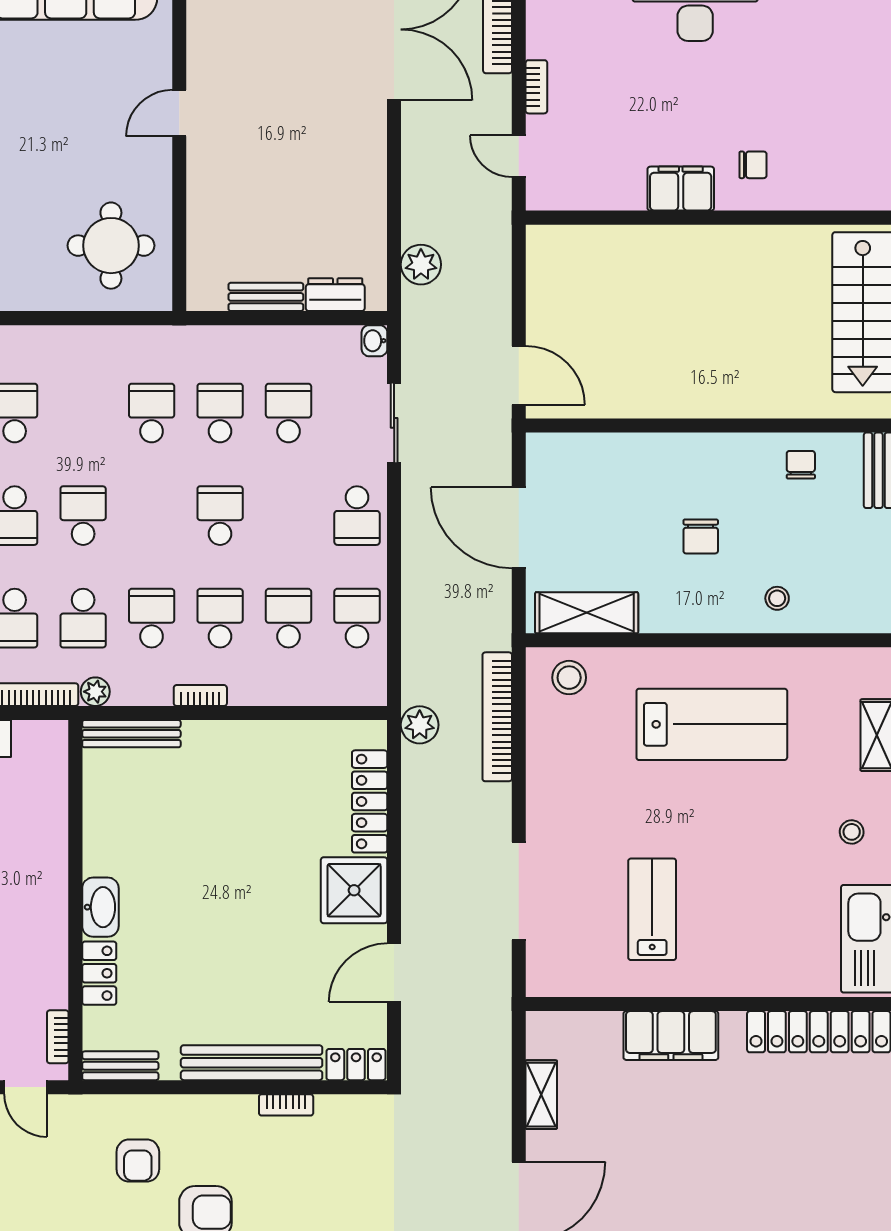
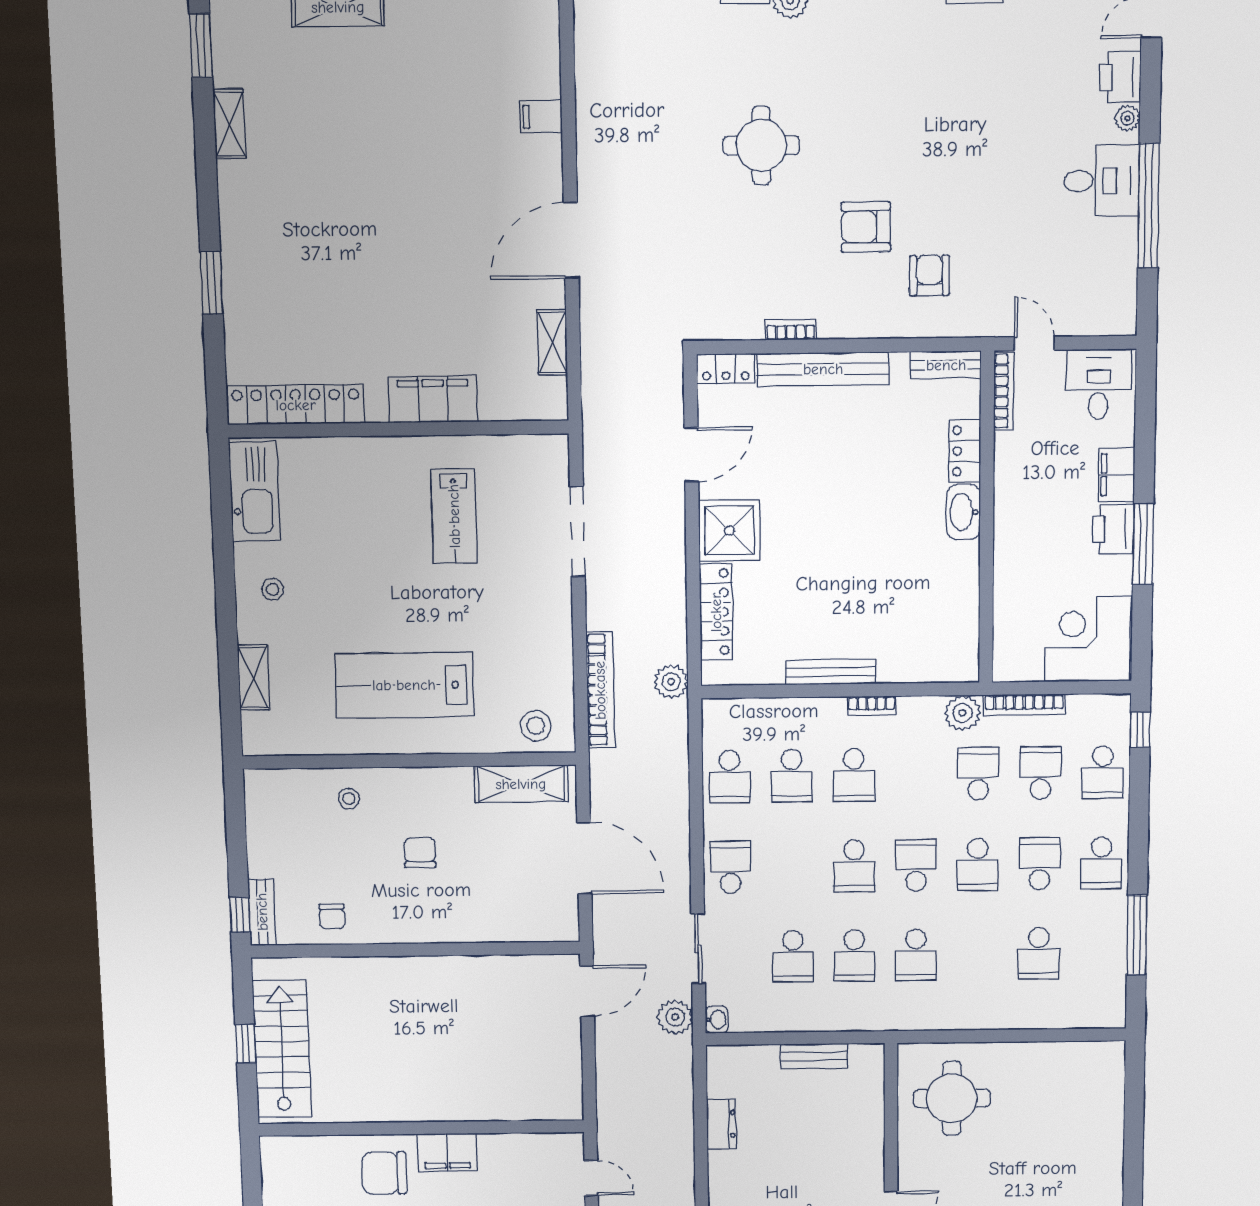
chair: (753, 165) -> (384, 1173), width x1.87, depth x1.87
plant: (421, 265) -> (675, 1017), moved
dresser: (335, 295) -> (721, 1124), moved, turned -90
door: (519, 375) -> (587, 991), swing flipped
school desk: (152, 618) -> (916, 865), moved, turned 180
plant: (95, 692) -> (962, 713), width x1.38, depth x1.38
bench: (131, 734) -> (831, 672), moved
bookcase: (58, 1037) -> (1004, 391), width x1.56

